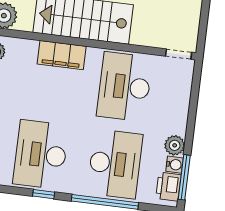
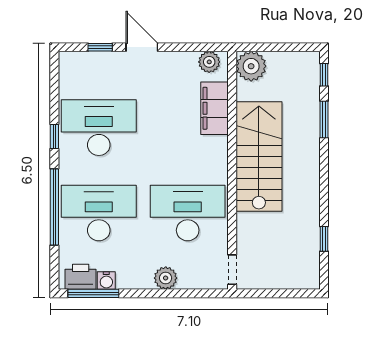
filing cabinet: (62, 55) -> (215, 108), moved
plant: (175, 145) -> (166, 278), moved
desk: (115, 164) -> (99, 213), turned 180

